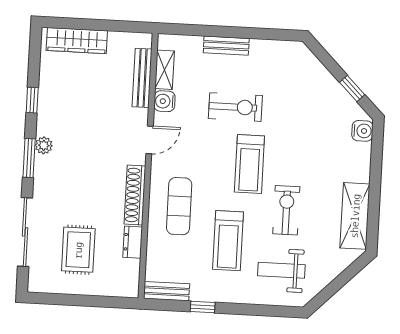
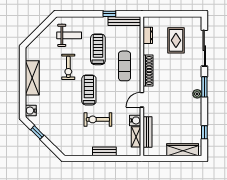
window: (32, 100) -> (204, 132), moved
shelving: (355, 216) -> (32, 78), moved
dresser: (133, 242) -> (148, 35), moved
bench: (166, 291) -> (124, 21), width x1.36

